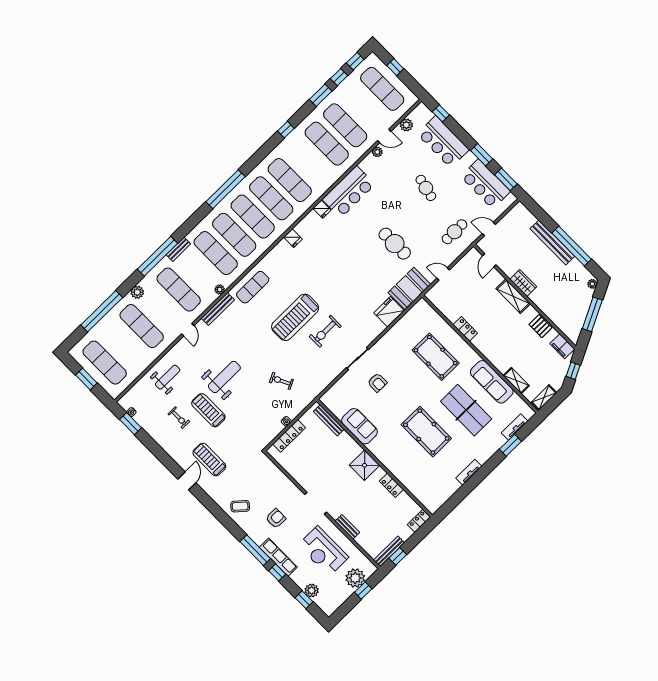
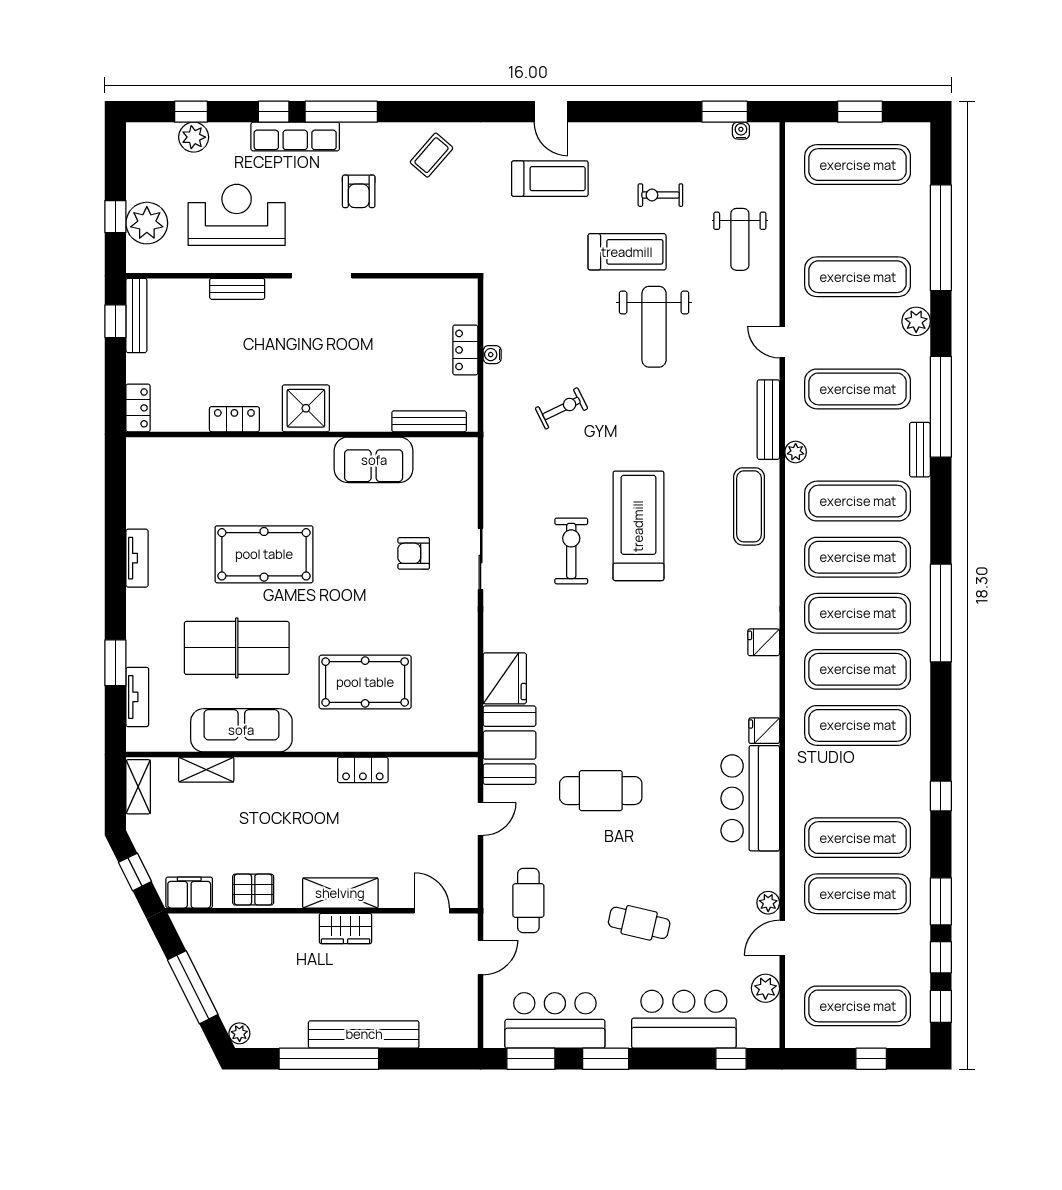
locker: (289, 436) -> (465, 350), width x0.66

